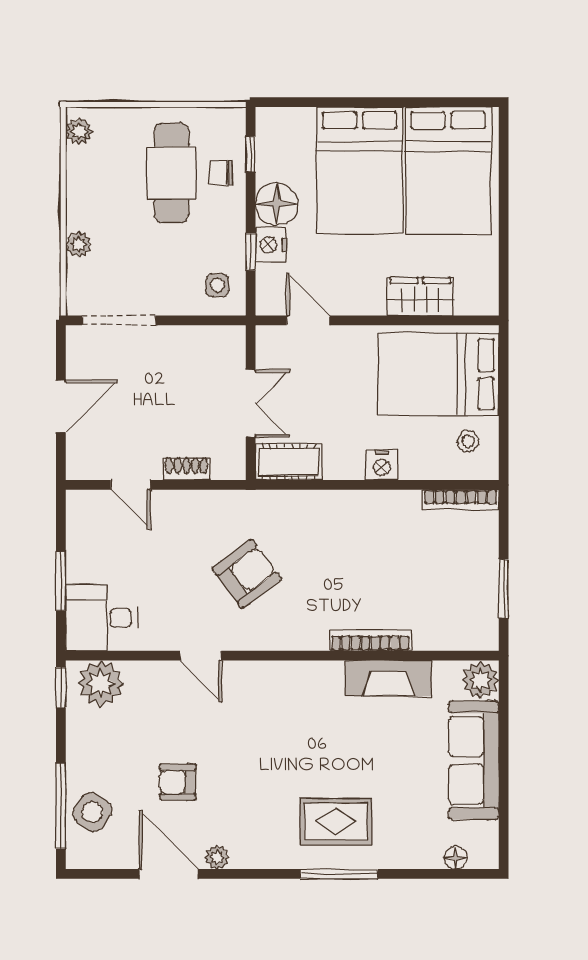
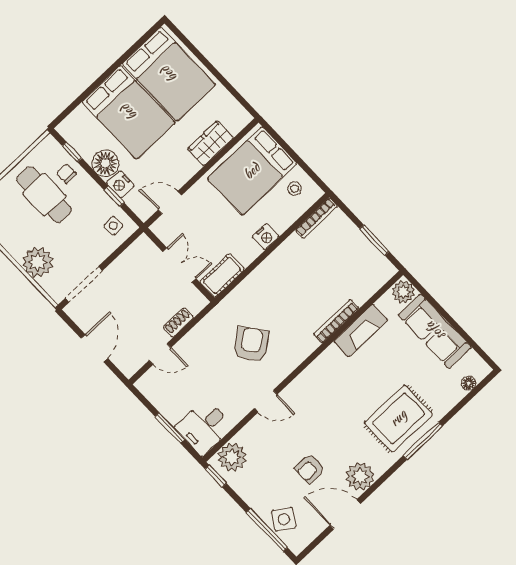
chair: (220, 173) -> (66, 173), turned 90
plant: (78, 244) -> (38, 262), width x1.87, depth x1.87
rug: (336, 821) -> (398, 418), width x1.36, depth x1.43
plant: (217, 857) -> (360, 476), width x1.87, depth x1.87

